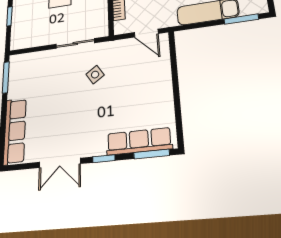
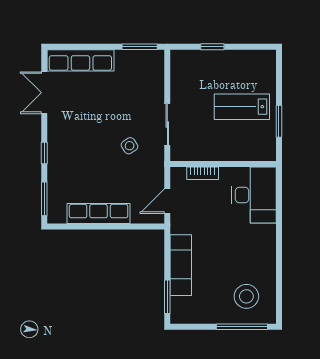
row of seats: (139, 141) -> (99, 214), moved, turned -90
double door: (60, 163) -> (44, 93), moved

